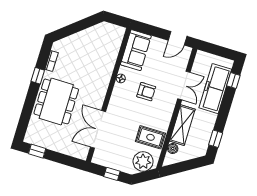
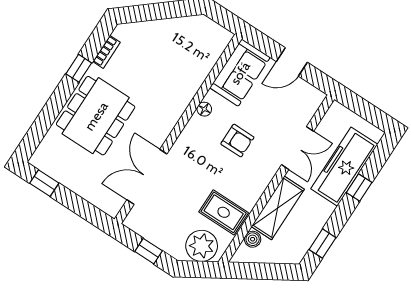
door: (178, 38) -> (292, 62), moved
window: (233, 81) -> (359, 188), moved

